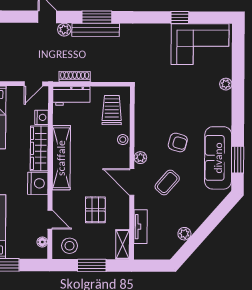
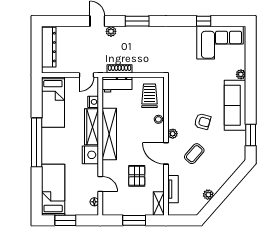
bench: (96, 30) -> (136, 31), removed
sofa: (218, 158) -> (235, 105), moved
stool: (69, 246) -> (116, 205), removed

